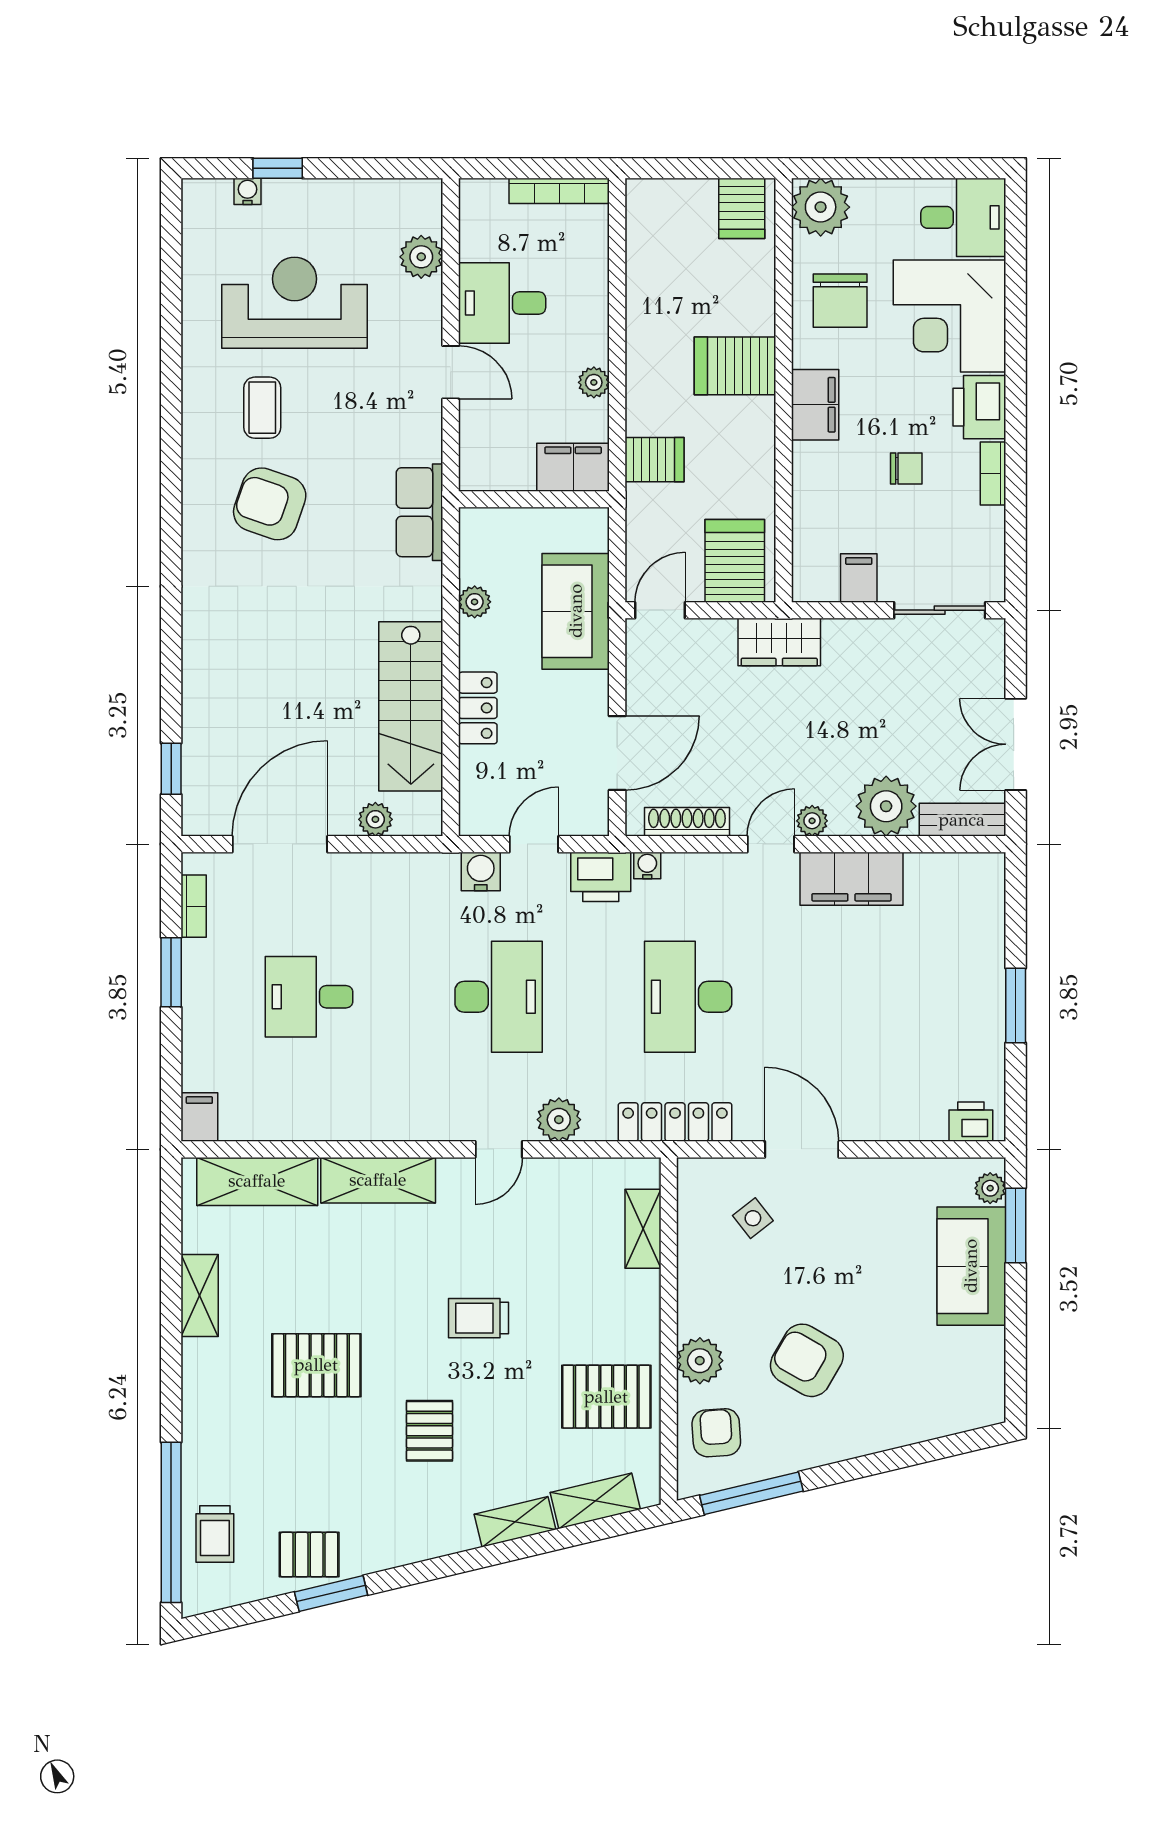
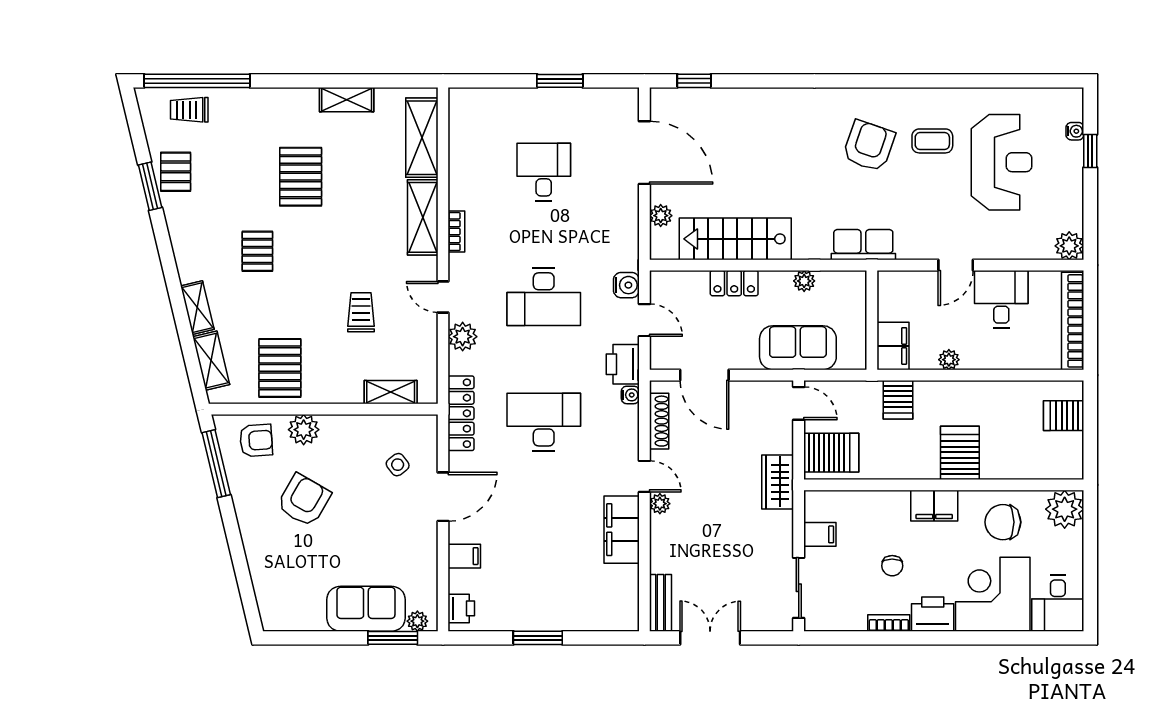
bookcase: (559, 191) -> (1073, 321), width x1.48, depth x1.31
server rack: (742, 208) -> (1064, 416), moved
plant: (421, 257) -> (1069, 246), moved
plant: (886, 806) -> (669, 552), removed
bookcase: (194, 906) -> (456, 232), moved, turned -90
filing cabinet: (199, 1117) -> (464, 556), moved
trolley: (478, 1318) -> (361, 312), moved
pallet: (429, 1431) -> (257, 251), turned 90

